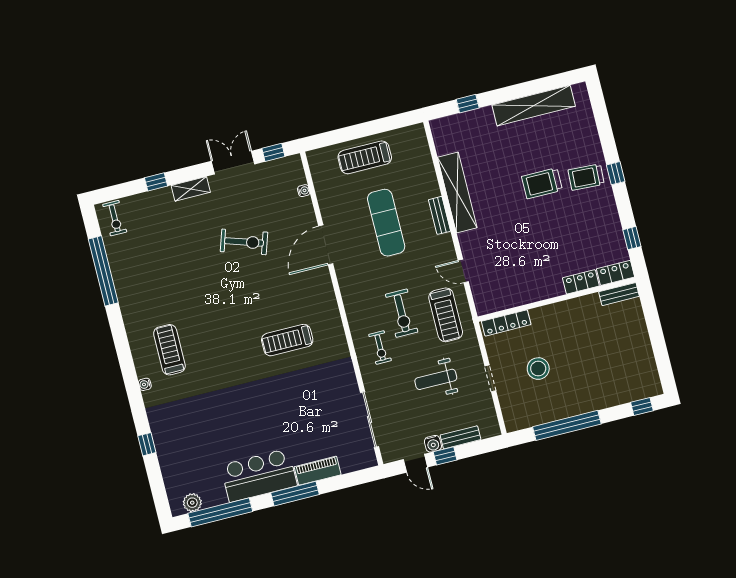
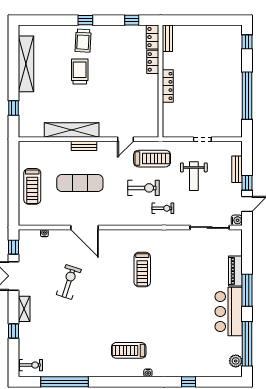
trolley: (542, 183) -> (80, 71), turned 180
locker: (506, 323) -> (168, 86), moved
stool: (538, 369) -> (204, 105), removed
water cooler: (433, 444) -> (237, 220), moved

